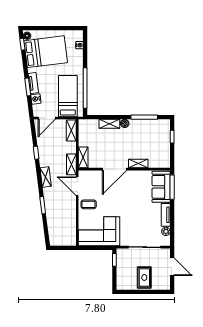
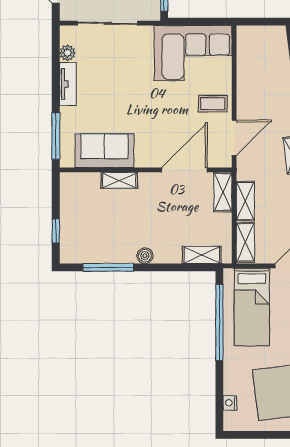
shelving: (109, 124) -> (202, 255), moved
shelving: (71, 164) -> (245, 201), moved
door: (115, 169) -> (185, 170), moved
door: (77, 186) -> (234, 138), hinge flipped
sofa: (161, 187) -> (104, 151), moved, turned -90

